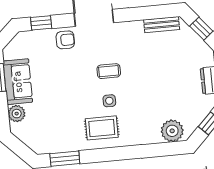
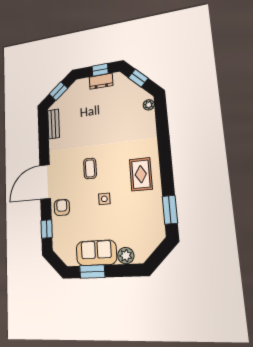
side table: (109, 101) -> (104, 199), moved
plant: (172, 131) -> (149, 105), width x0.53, depth x0.53

